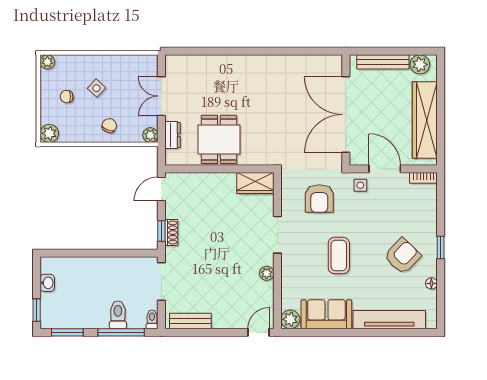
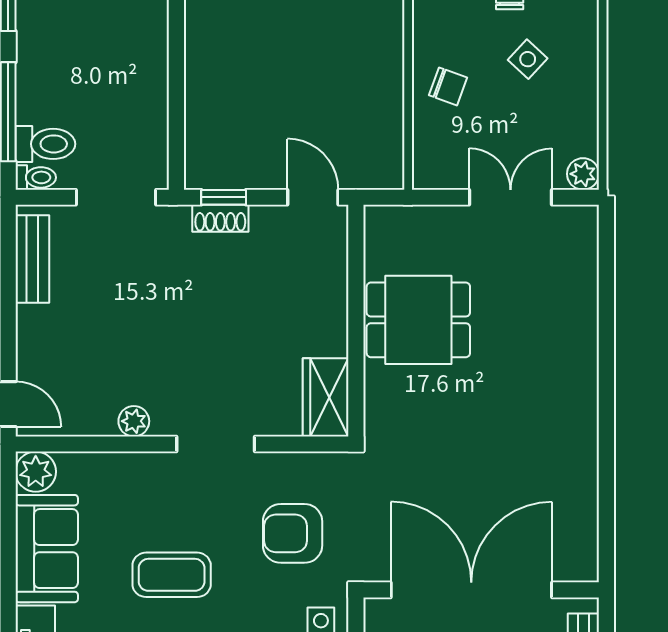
plant: (150, 135) -> (583, 174), moved
dresser: (173, 135) -> (428, 221), removed
toilet: (118, 315) -> (45, 144), moved

